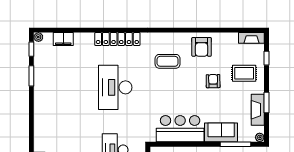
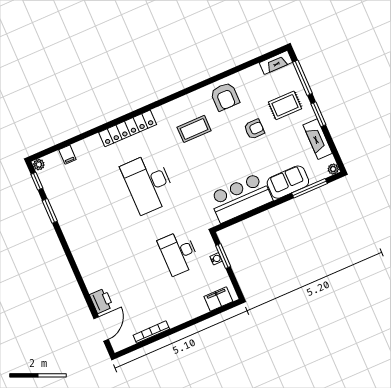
filing cabinet: (63, 39) -> (67, 155), width x0.50
window: (267, 58) -> (303, 78), width x2.17
armchair: (213, 81) -> (254, 129), turned 91
window: (267, 103) -> (318, 114), moved

